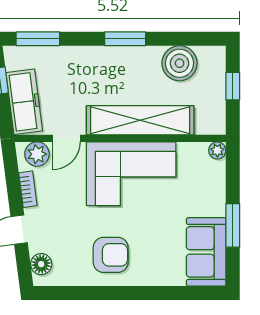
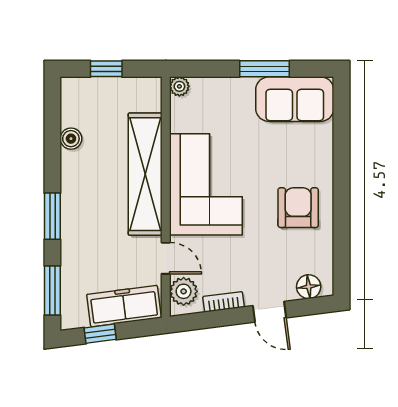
window: (125, 39) -> (52, 216), moved
boiler: (180, 63) -> (71, 139), width x0.54, depth x0.54

